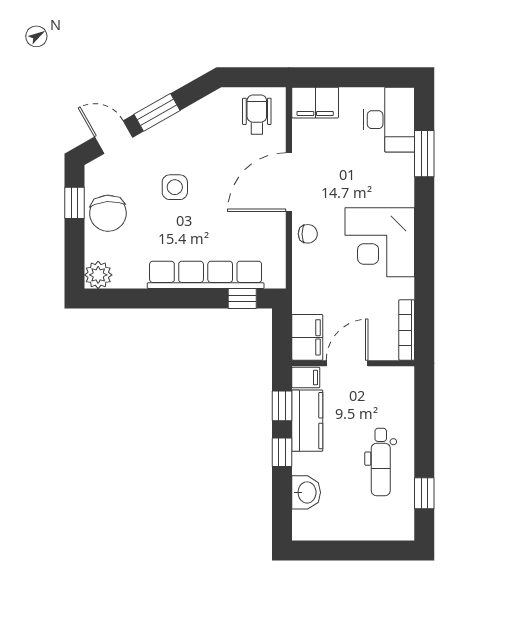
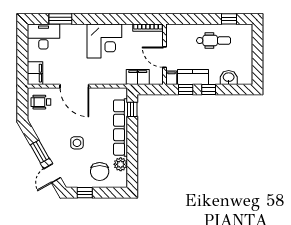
chair: (108, 213) -> (100, 172), moved, turned 94
chair: (308, 234) -> (100, 77), removed
plant: (98, 275) -> (121, 164), moved
filing cabinet: (307, 337) -> (138, 77), moved

